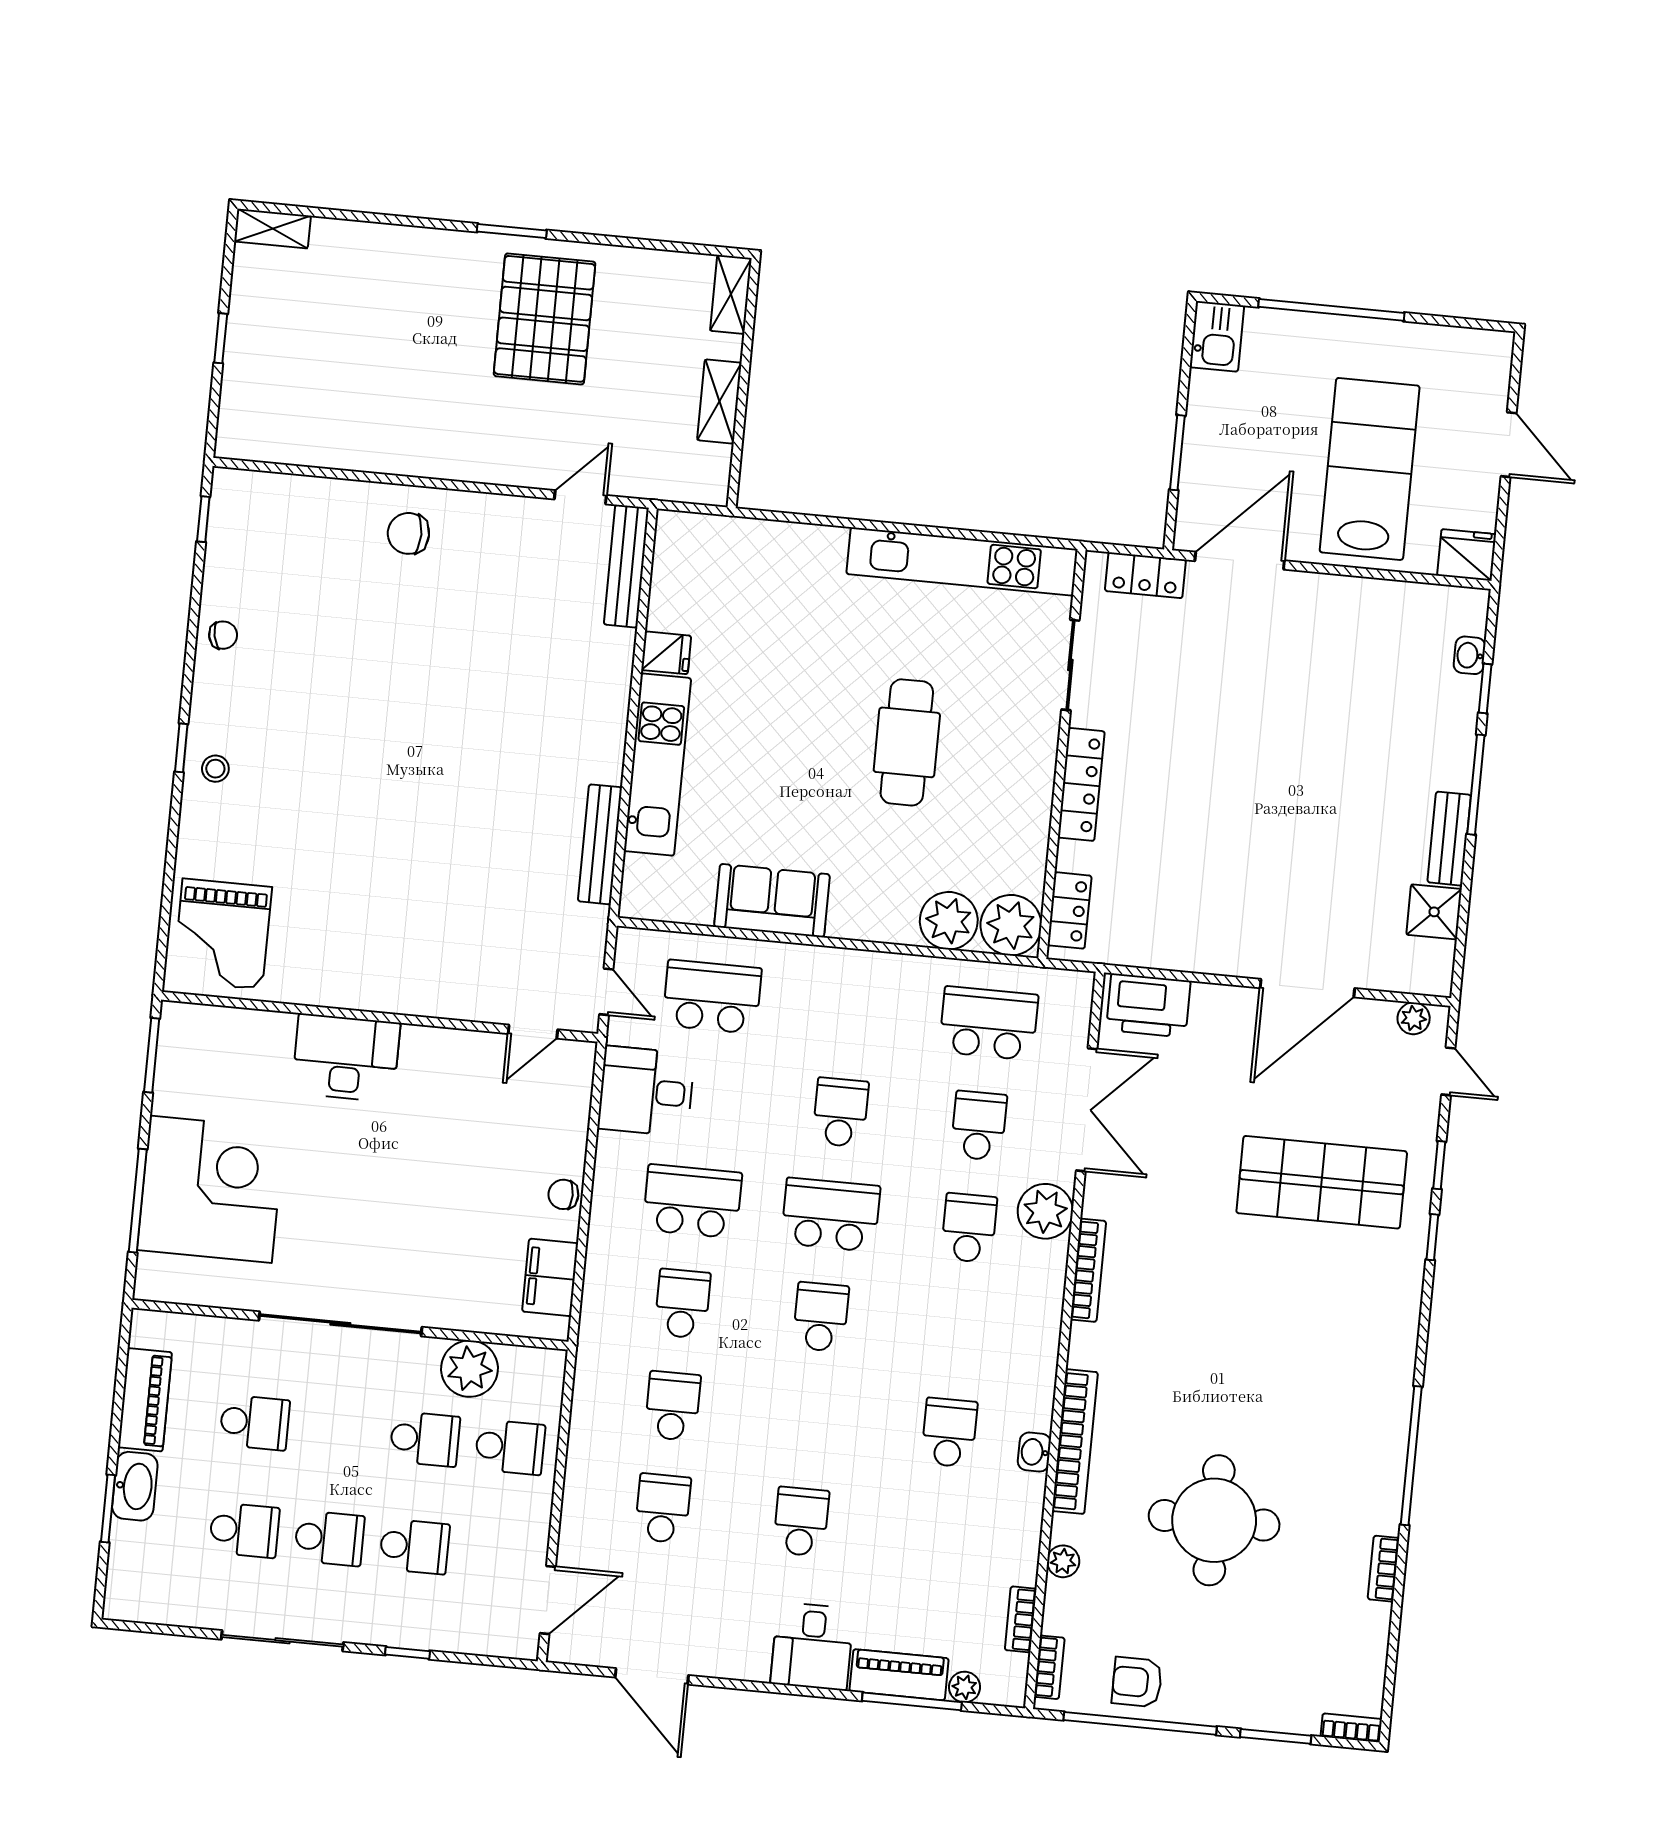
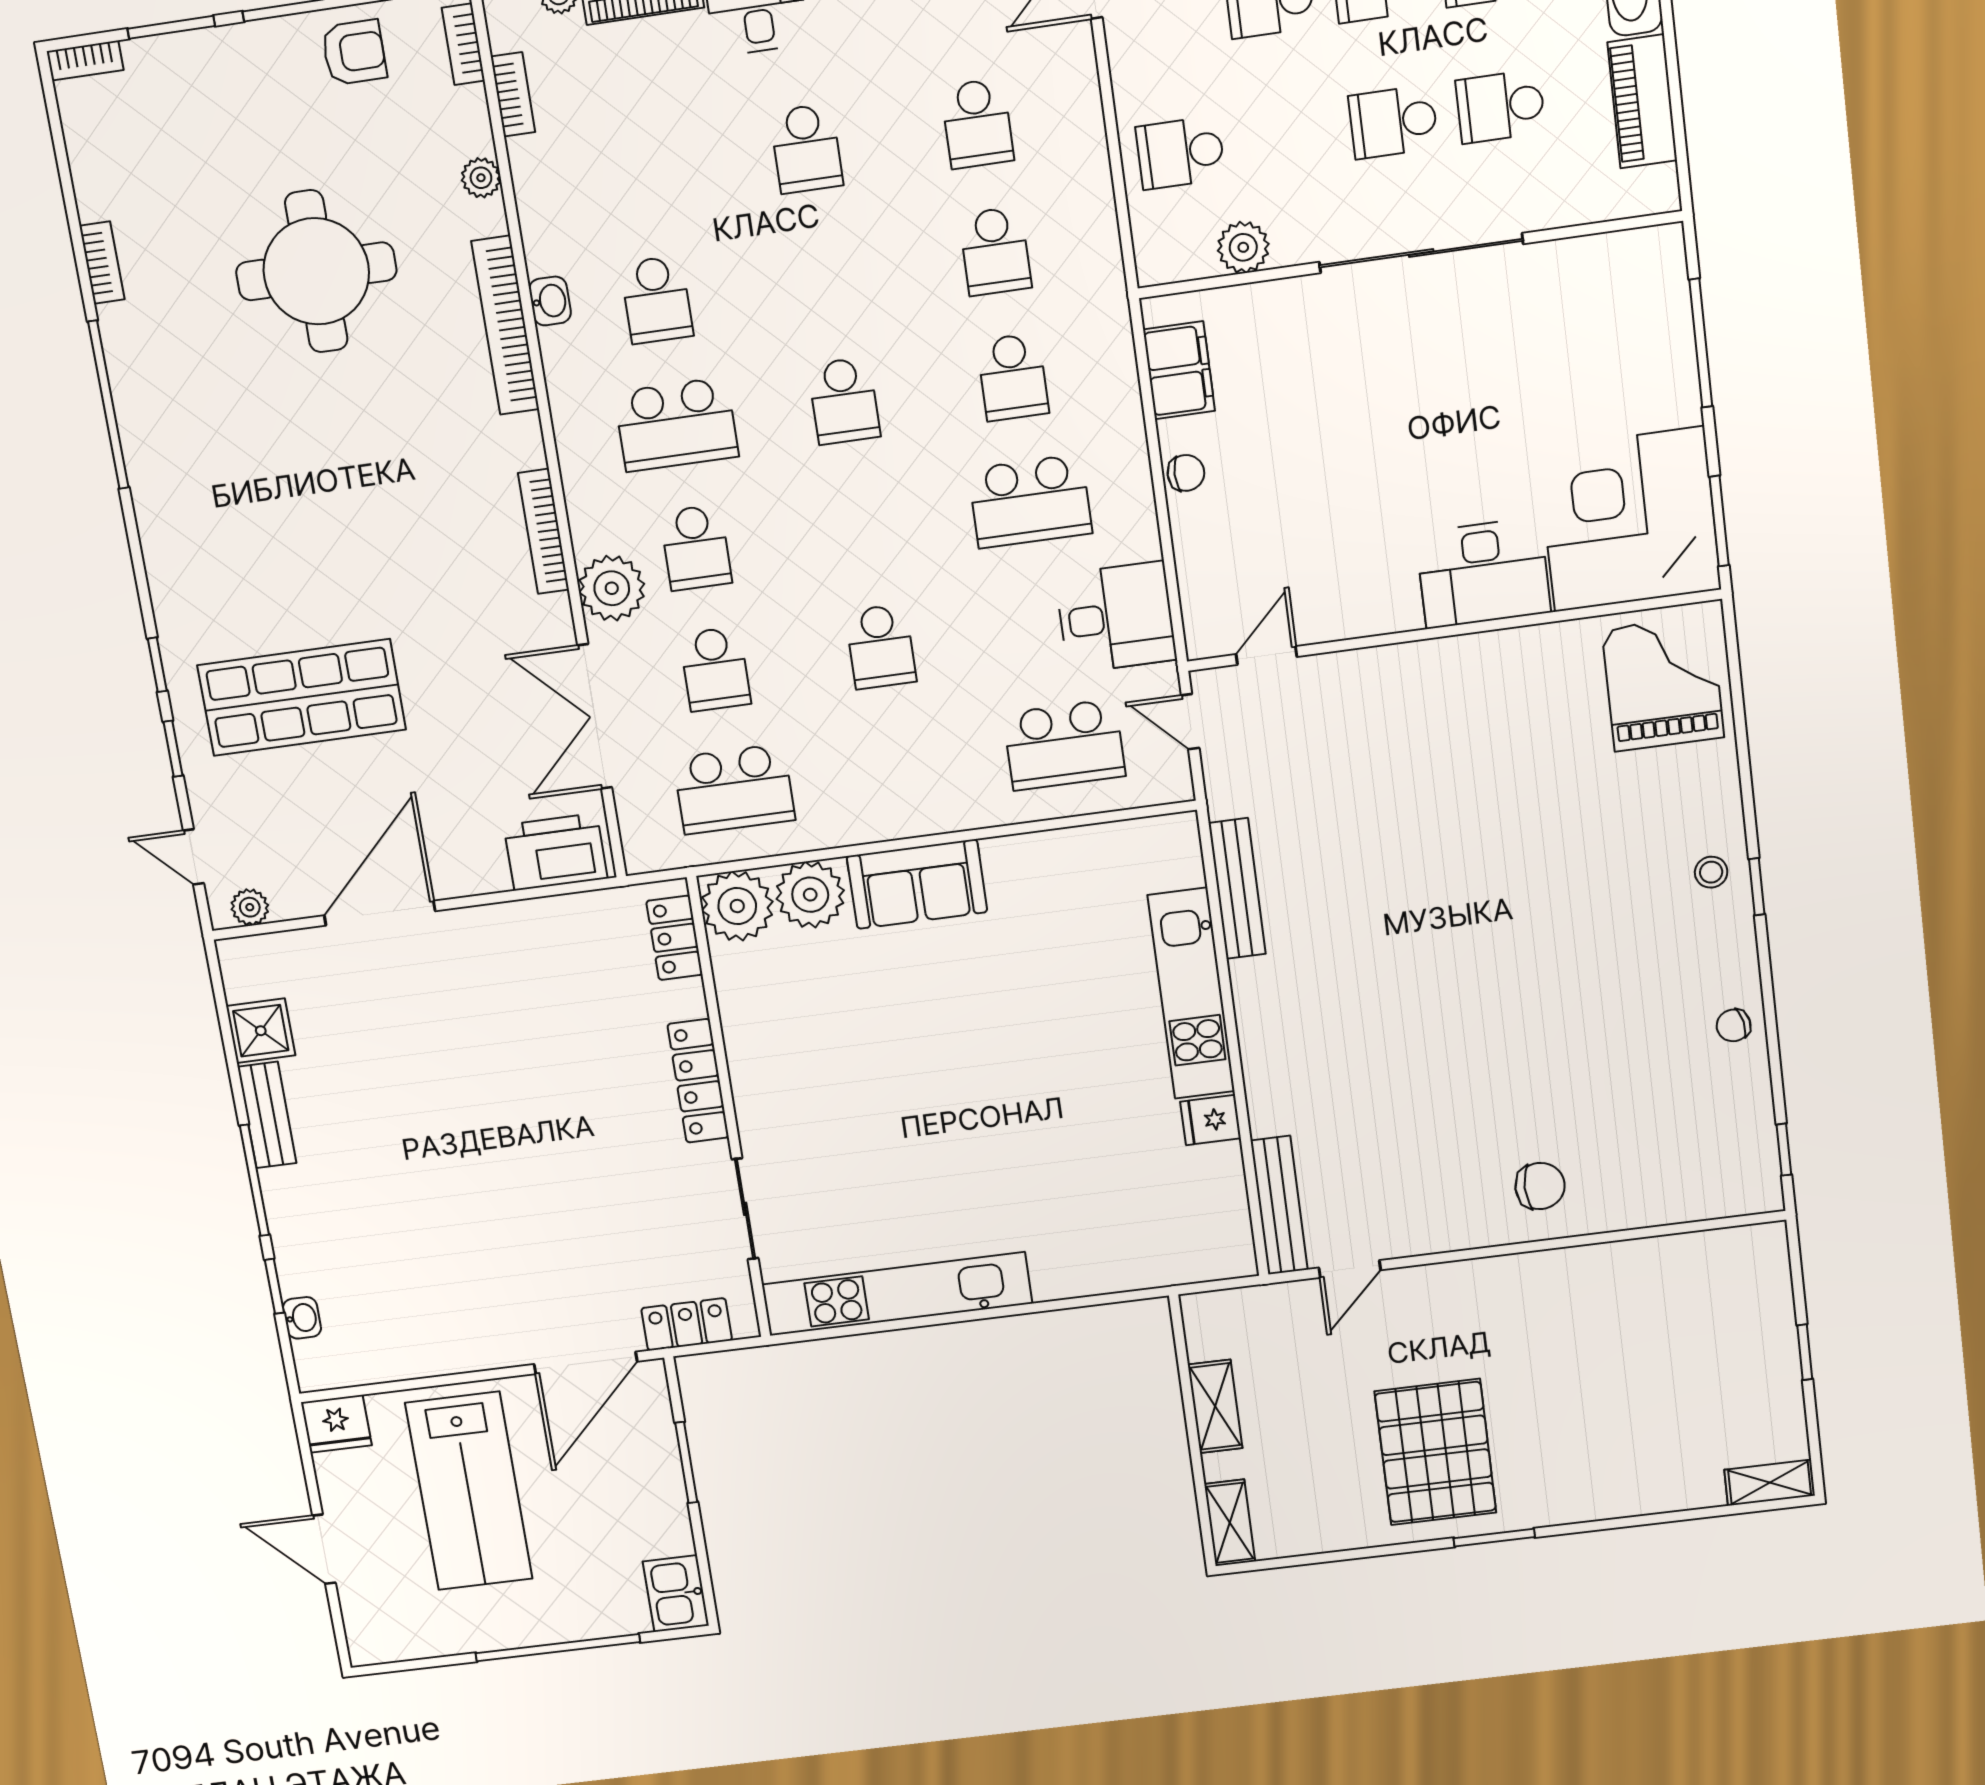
cafe table: (907, 742) -> (909, 1083), removed
sofa: (772, 901) -> (917, 884), moved
corner desk: (211, 1189) -> (1629, 519), moved, turned 90
school desk: (831, 1215) -> (676, 424), moved
plant: (470, 1369) -> (1243, 247), width x0.73, depth x0.73
school desk: (425, 1439) -> (1393, 122), moved

